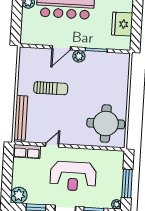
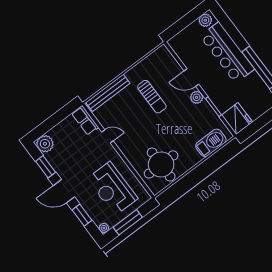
fridge: (122, 24) -> (237, 119), moved, turned 90
barbecue: (121, 74) -> (211, 143), added
reception desk: (73, 176) -> (112, 189), moved

